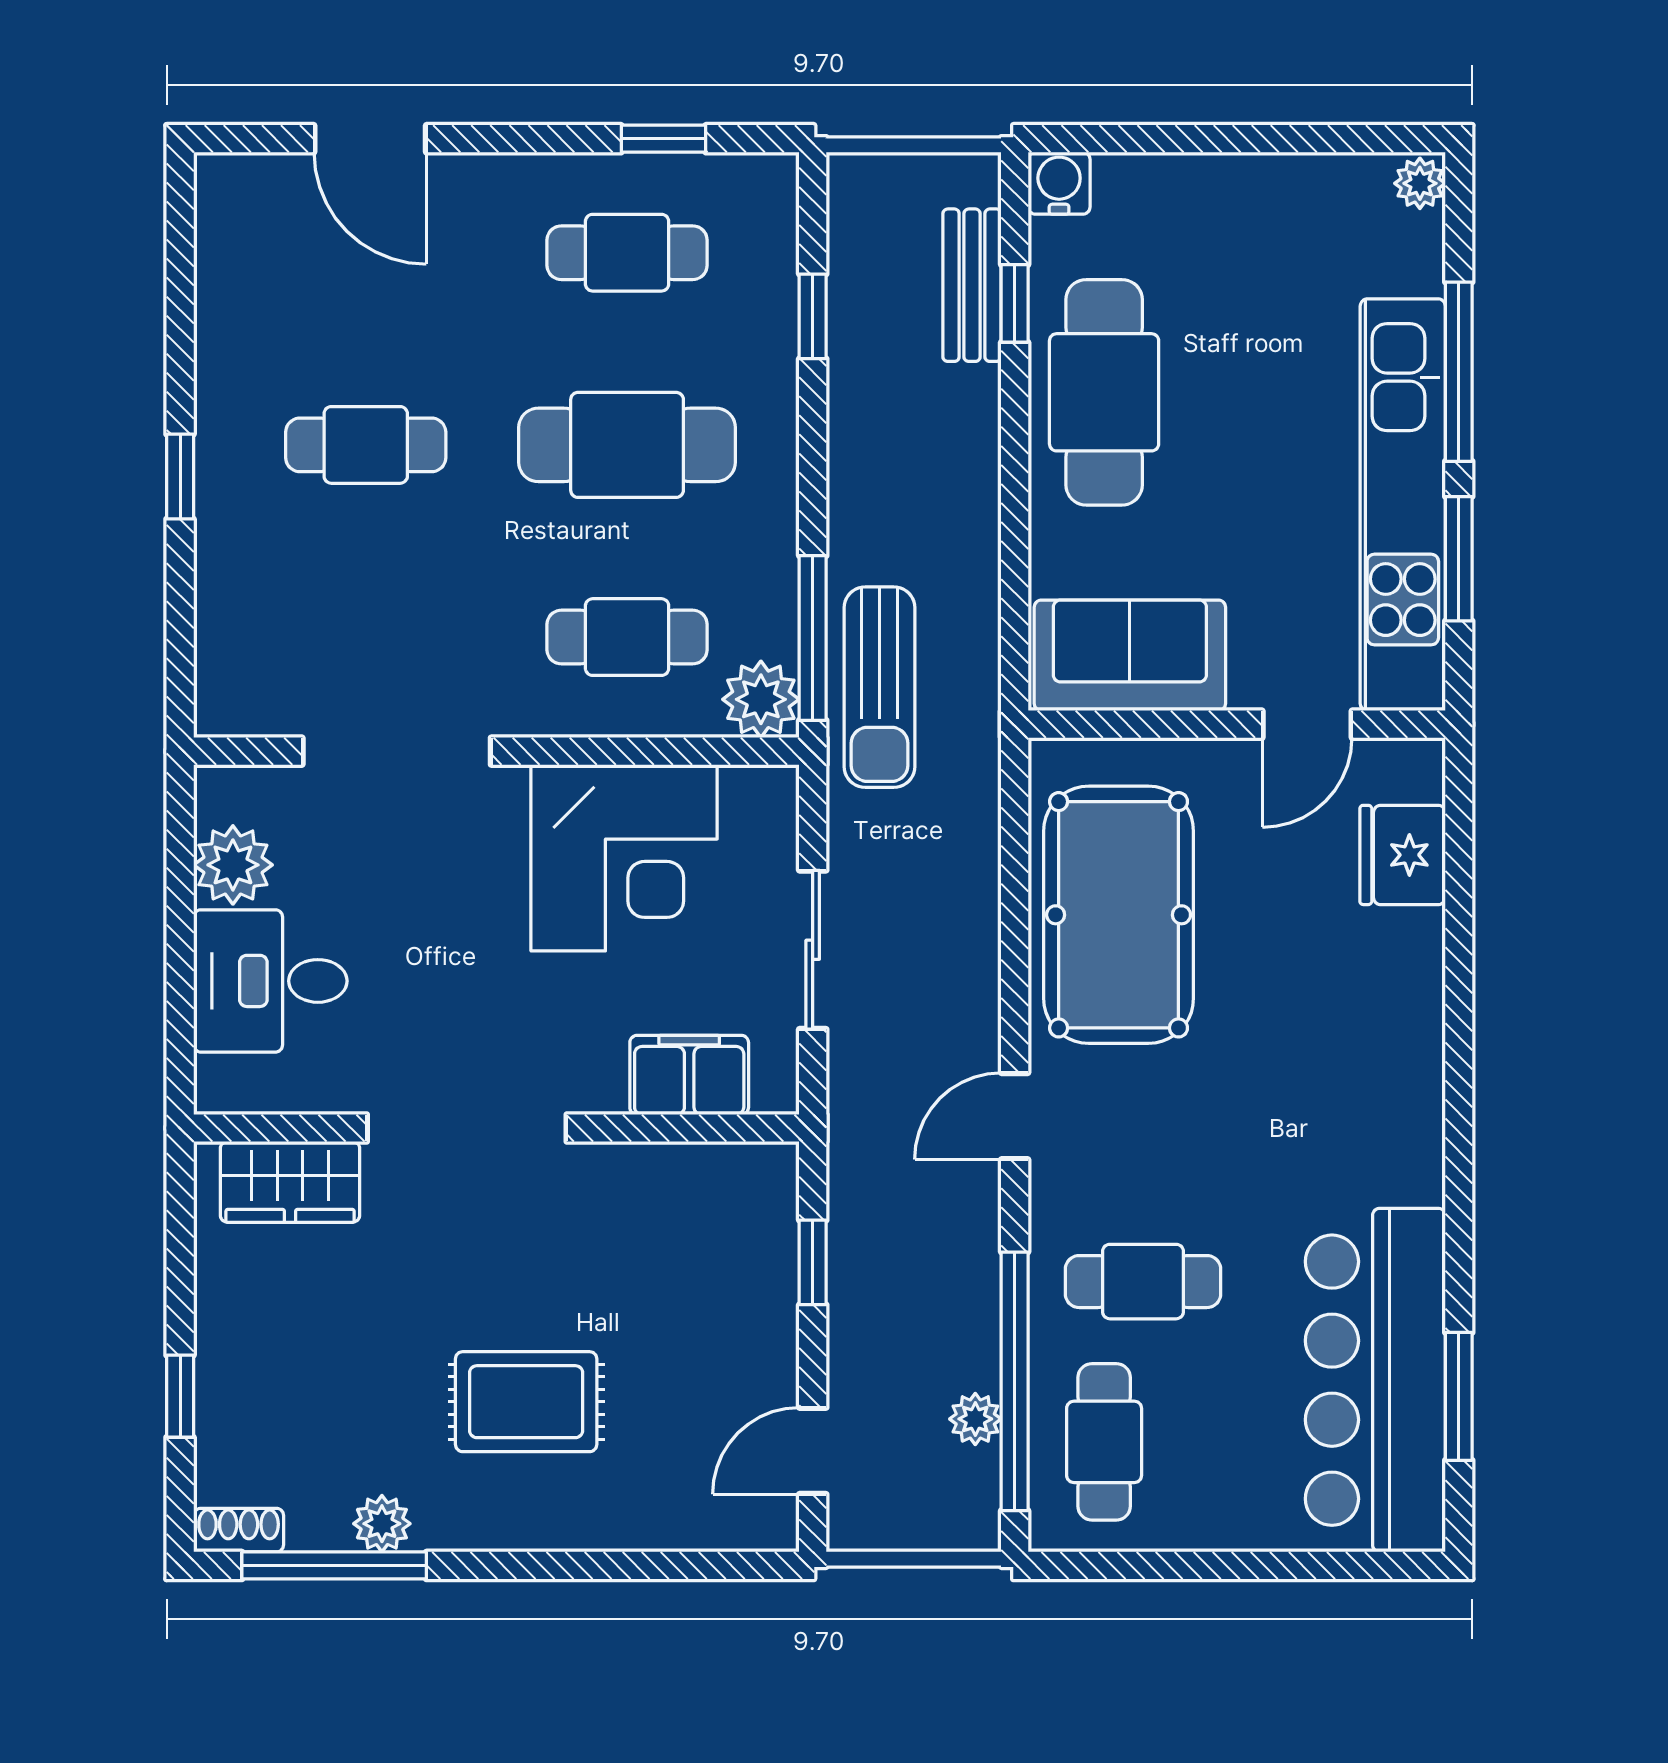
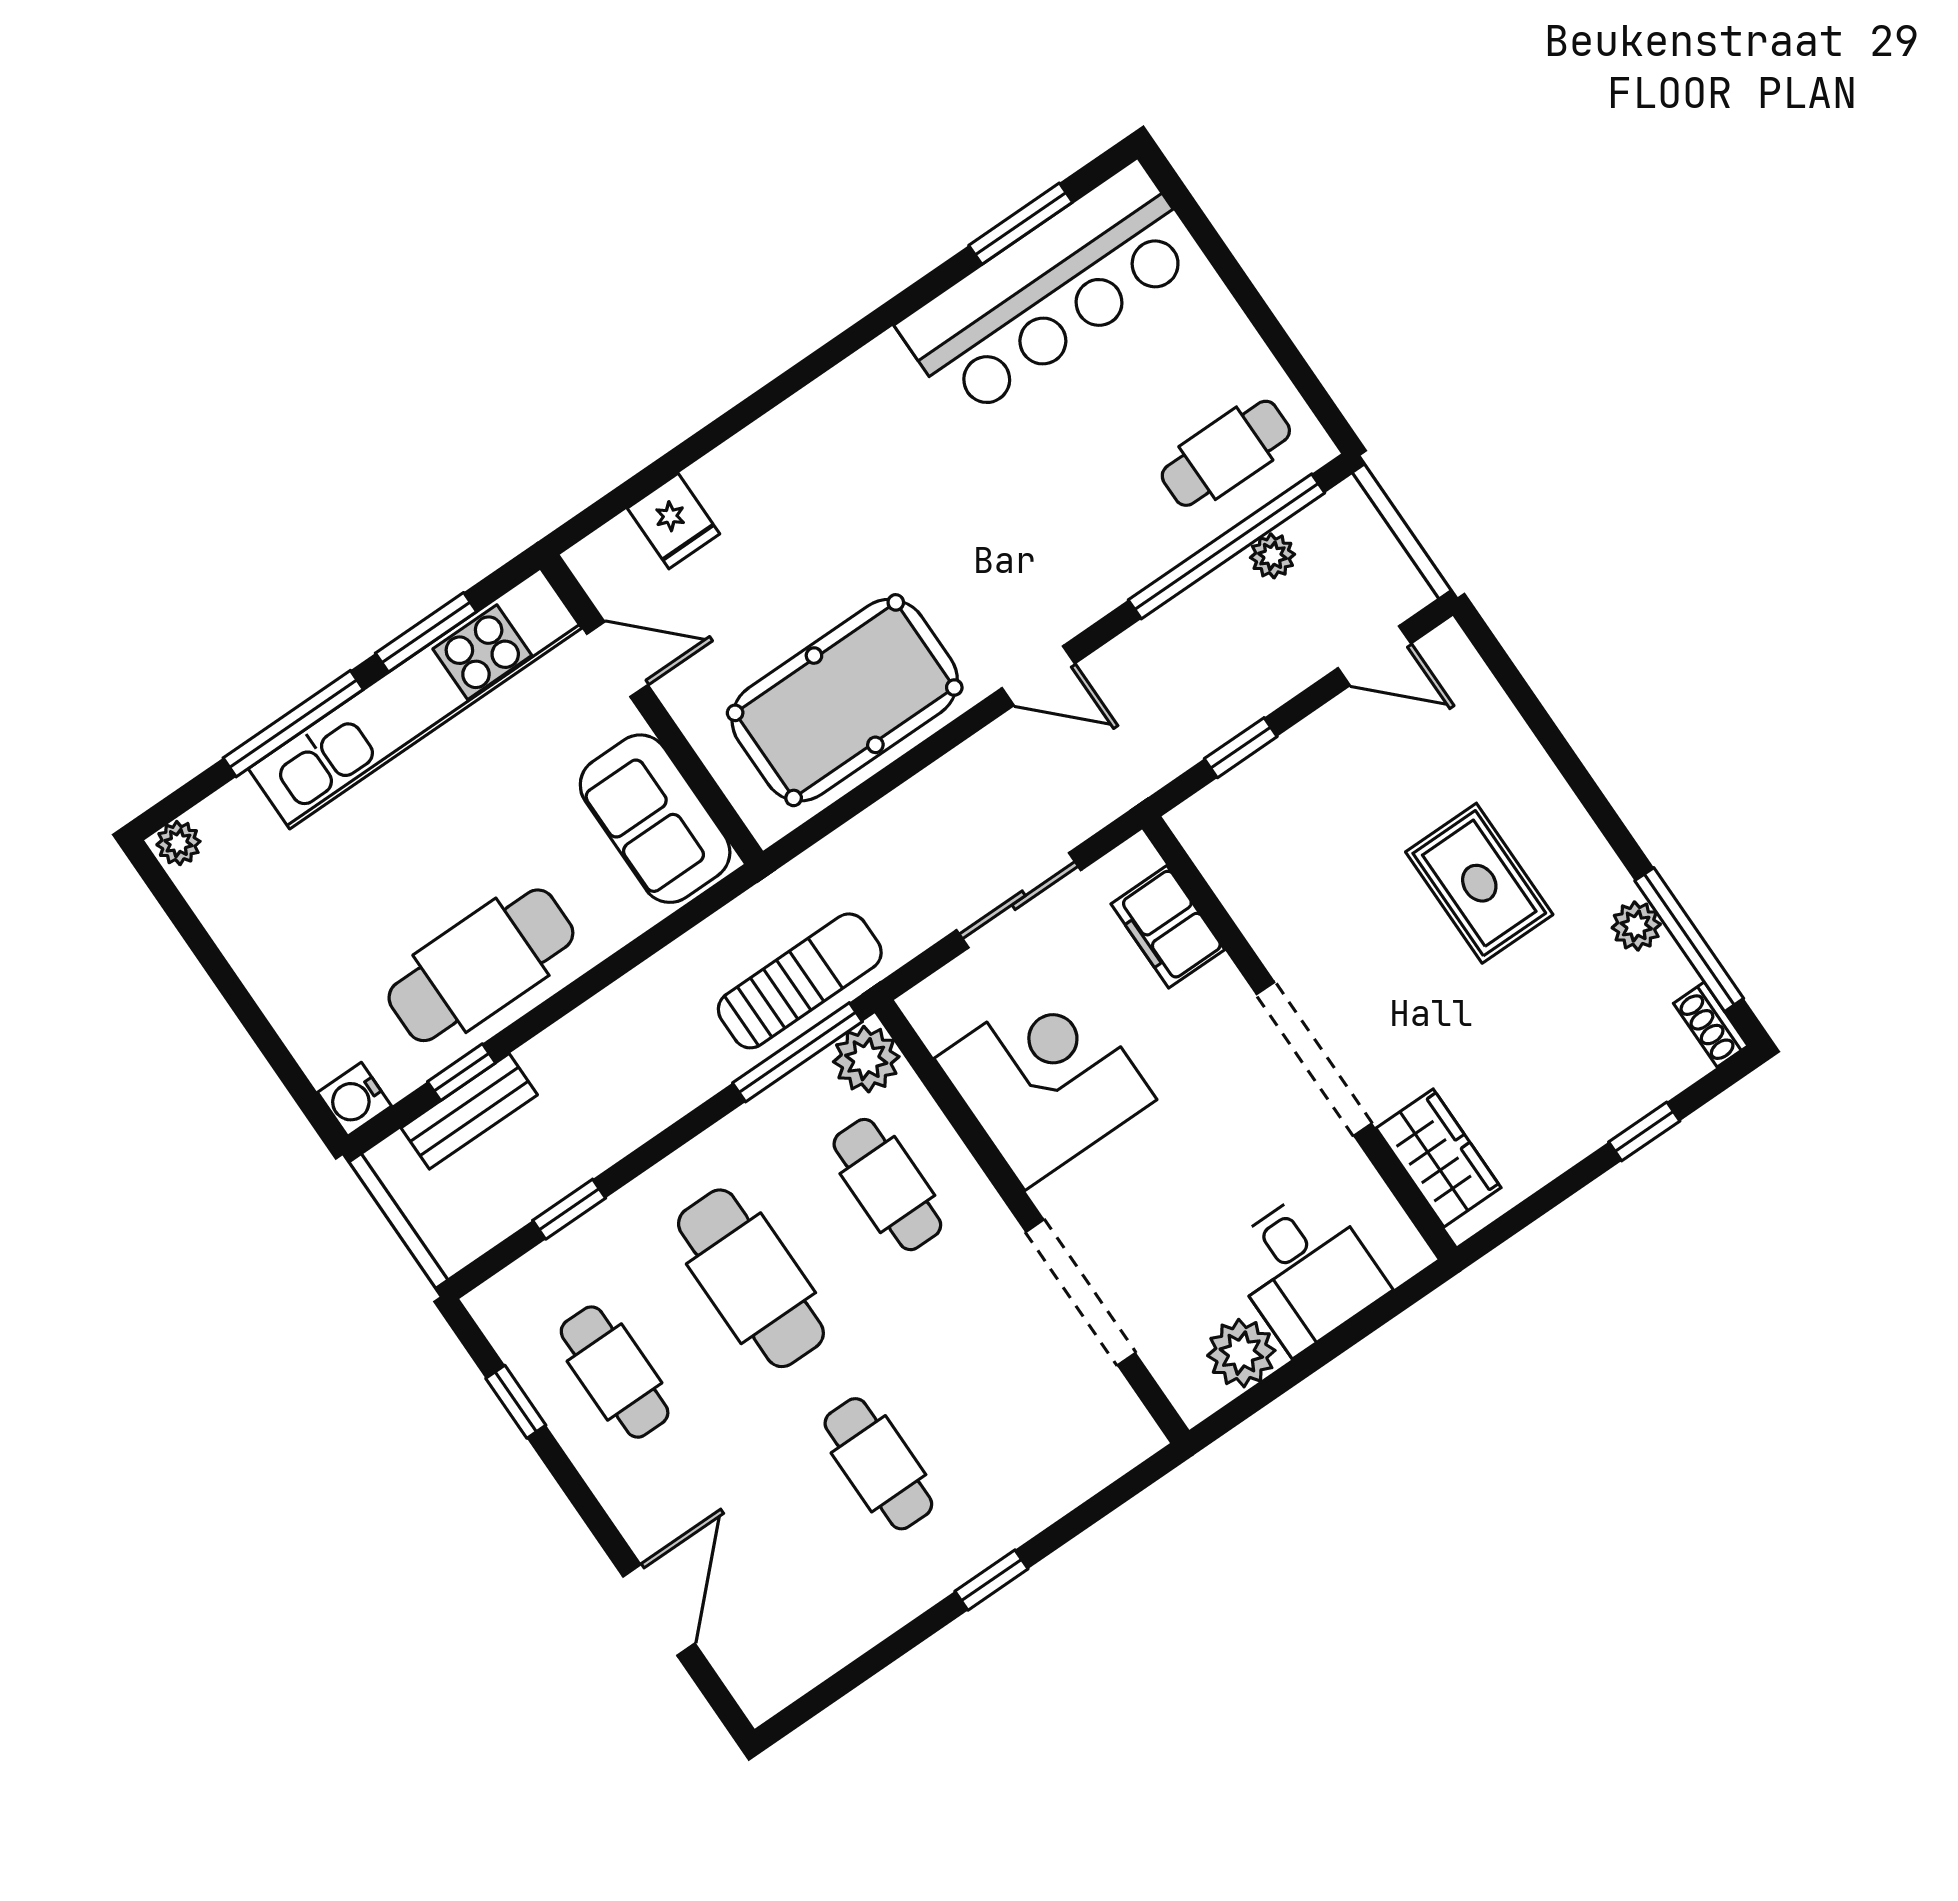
fridge: (1403, 855) -> (673, 521), width x0.72
cafe table: (1143, 1282) -> (1093, 504), removed

